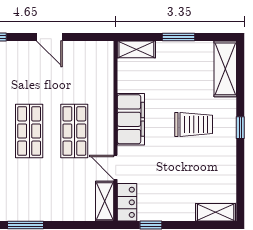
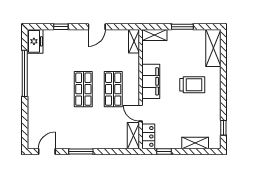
door: (49, 37) -> (97, 27), hinge flipped
shelving: (106, 59) -> (134, 41), added
window: (240, 128) -> (223, 128), moved
shelving: (216, 212) -> (195, 143), moved

